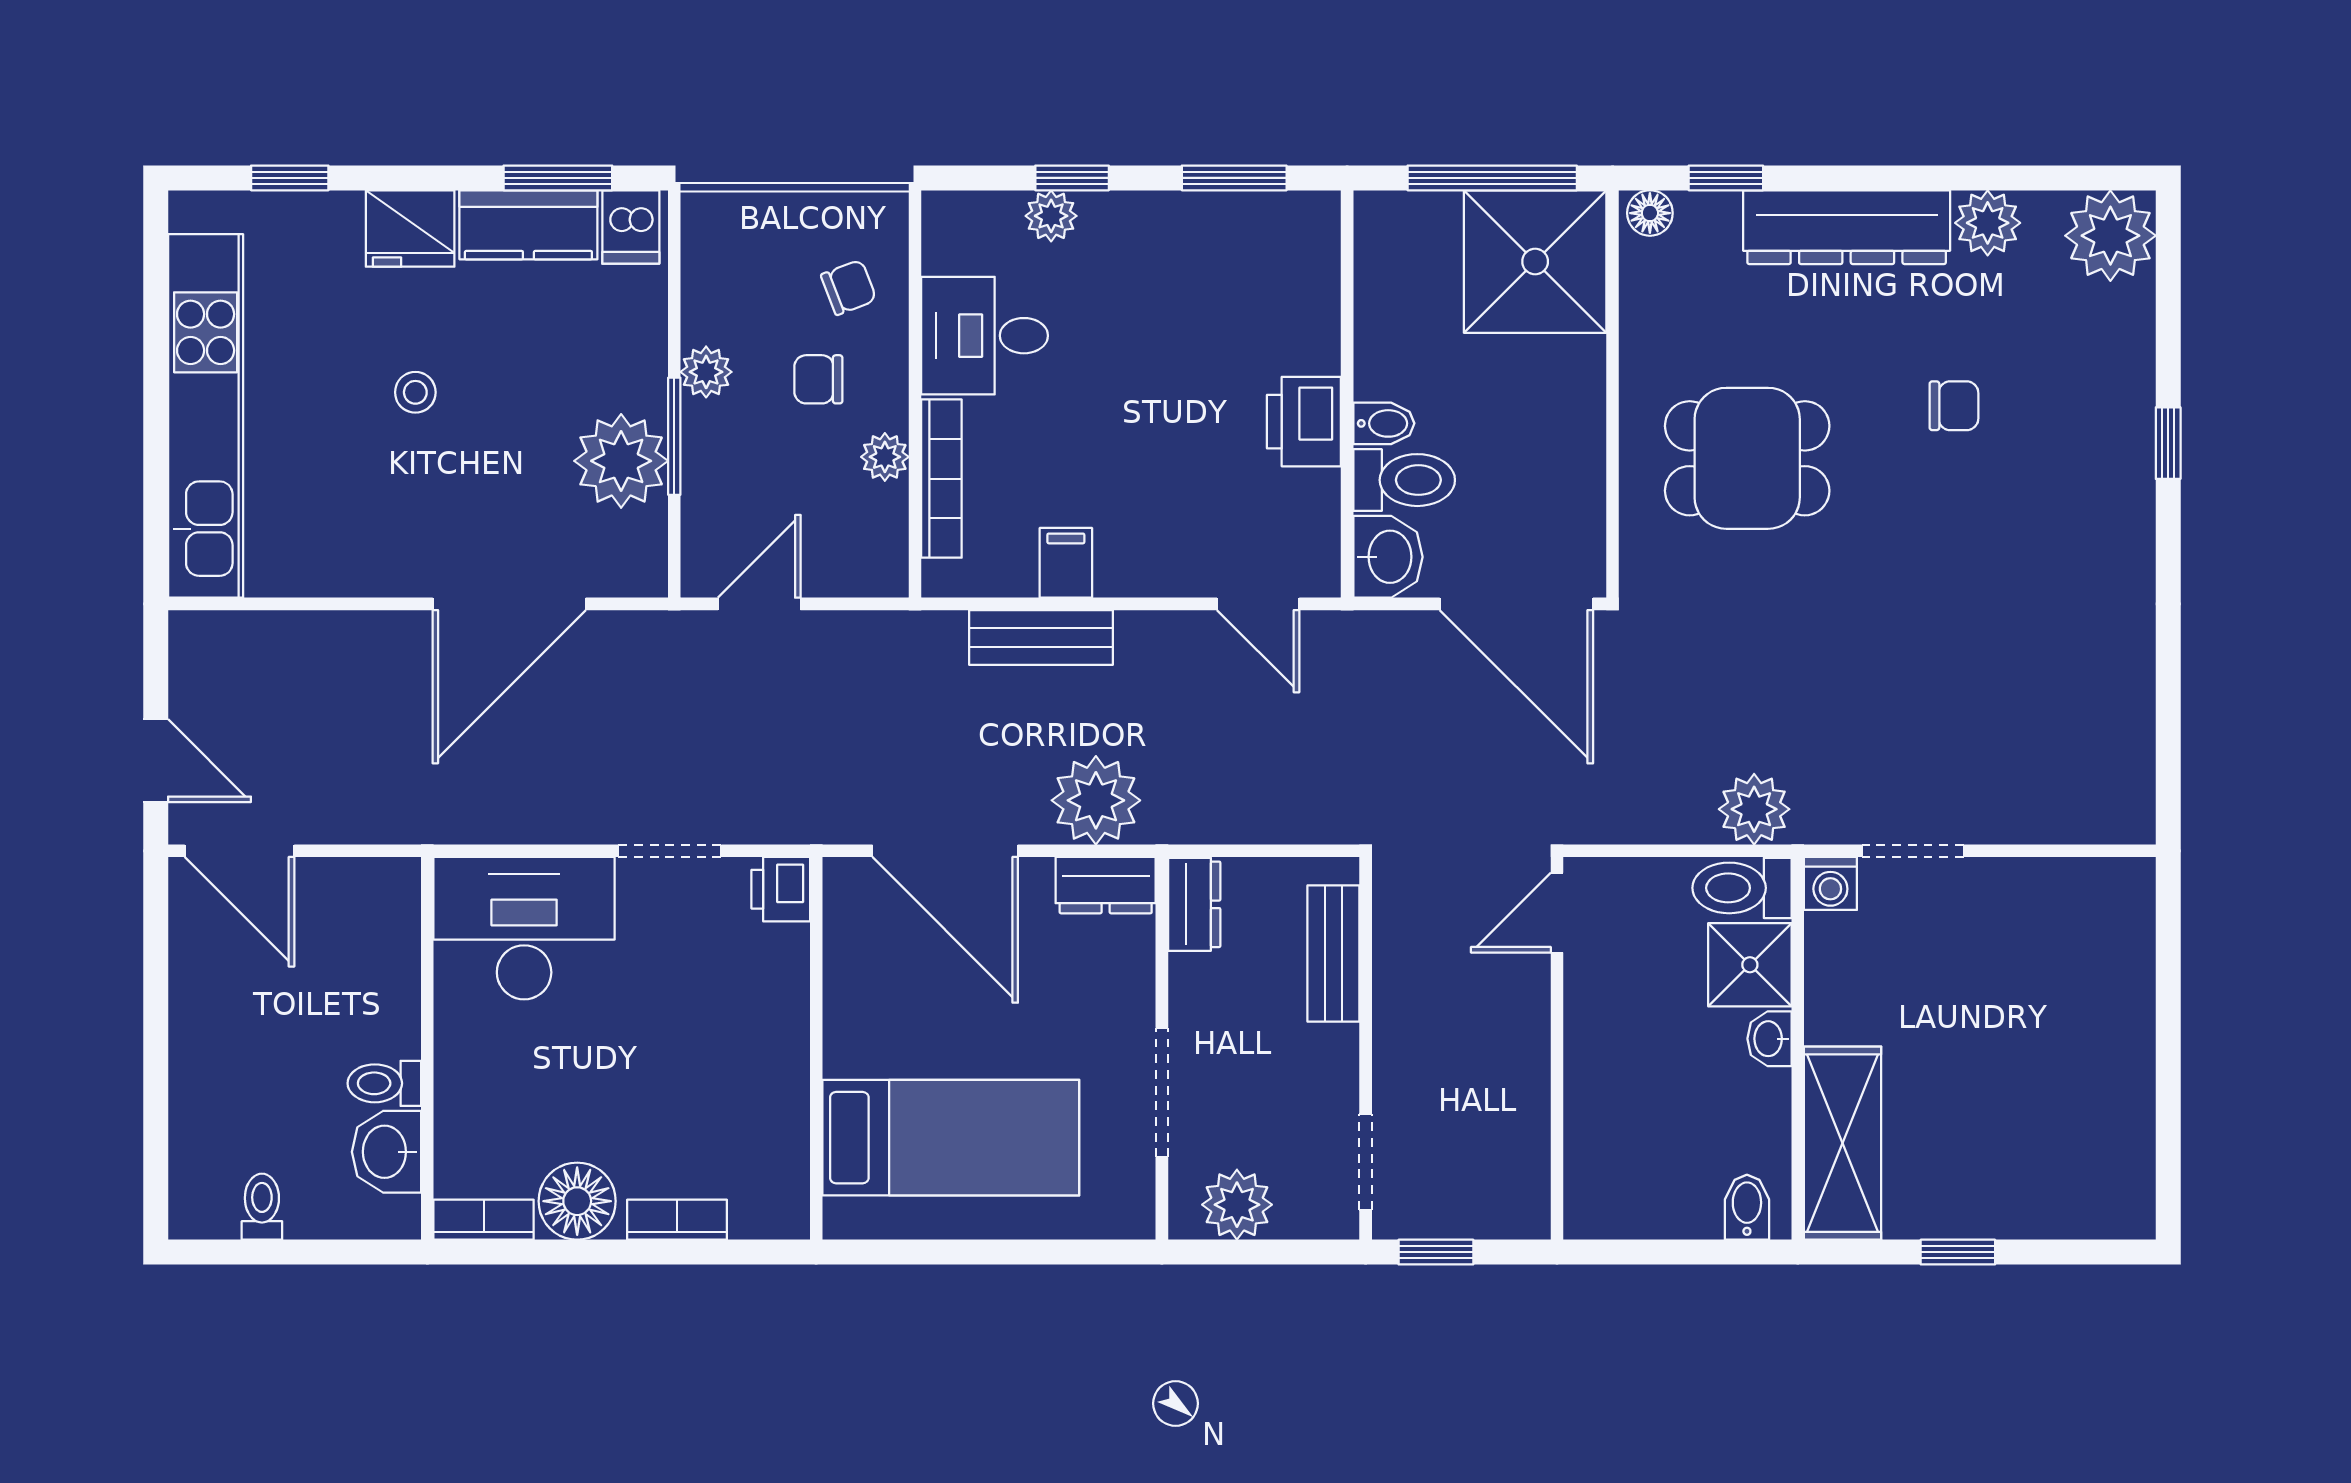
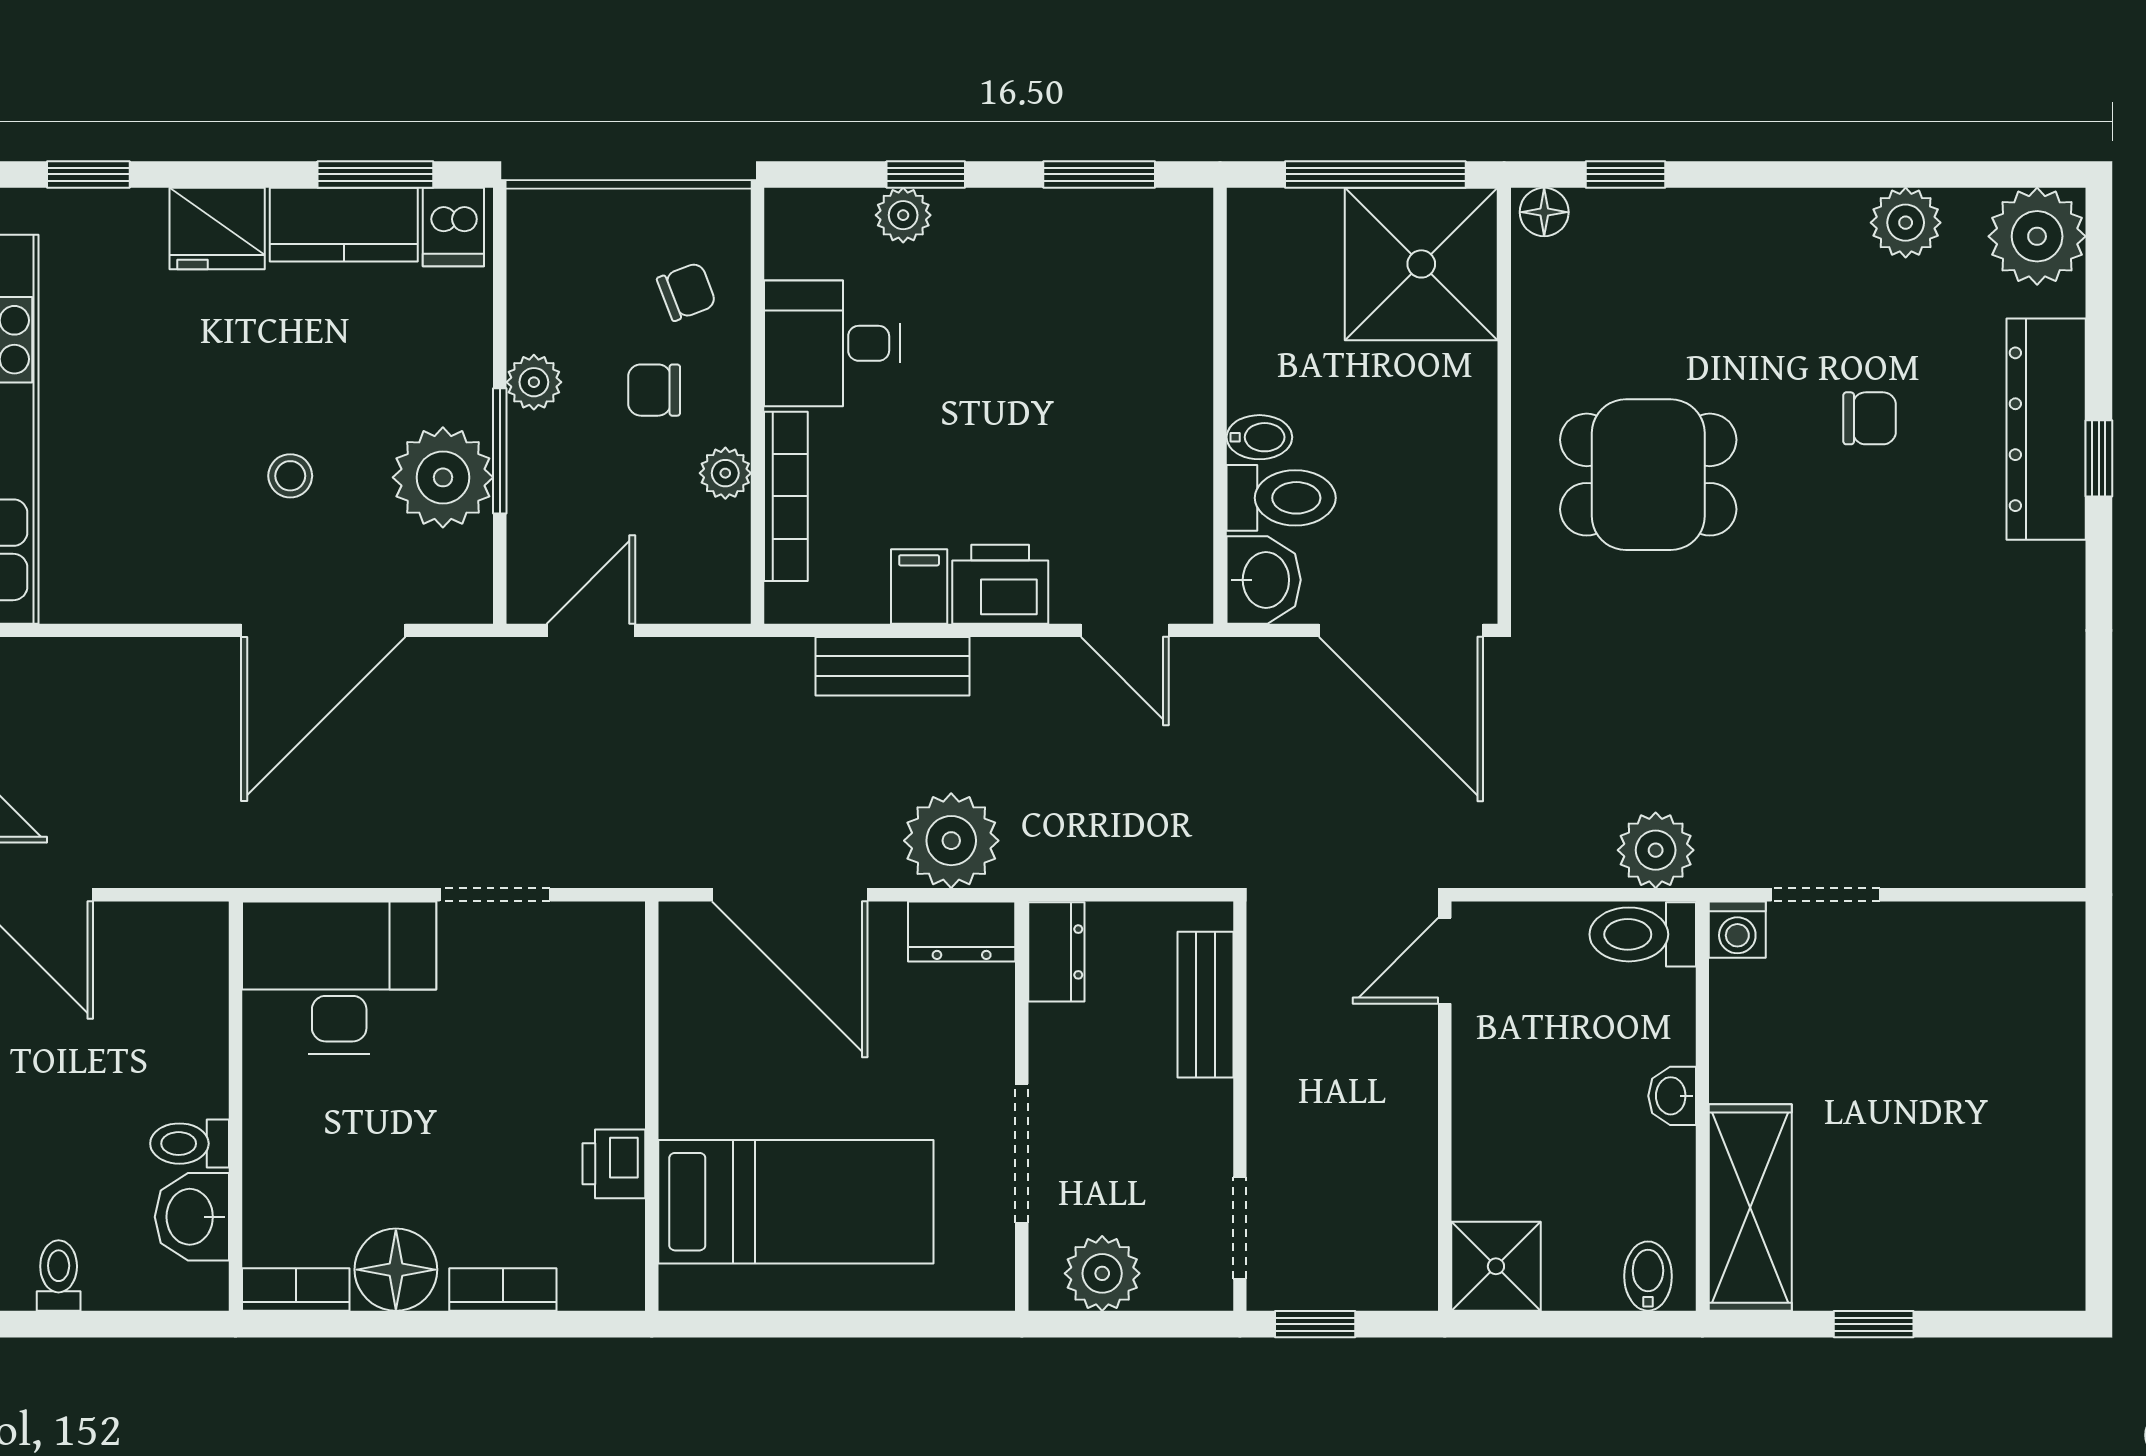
dresser: (1847, 227) -> (2046, 429), moved, turned 90
stool: (415, 392) -> (290, 476), moved
printer: (1304, 422) -> (1000, 584), moved, turned 90
printer: (781, 889) -> (614, 1164), moved
shower: (1750, 965) -> (1496, 1266), moved

